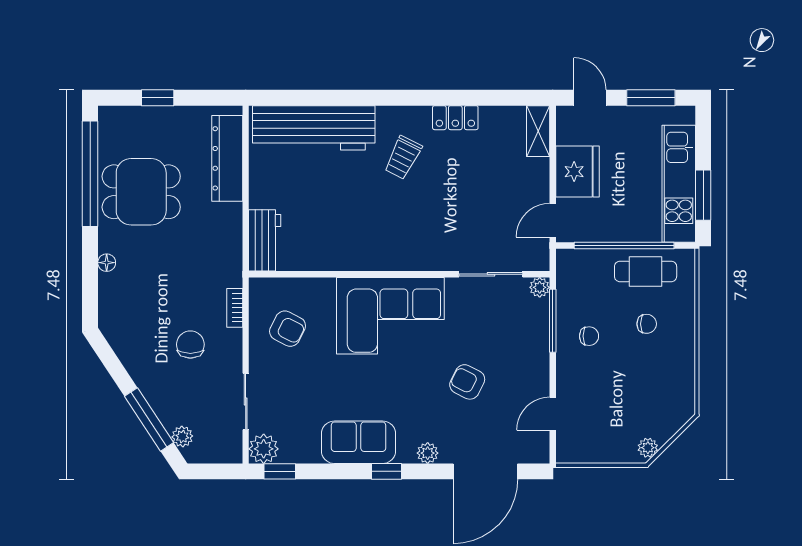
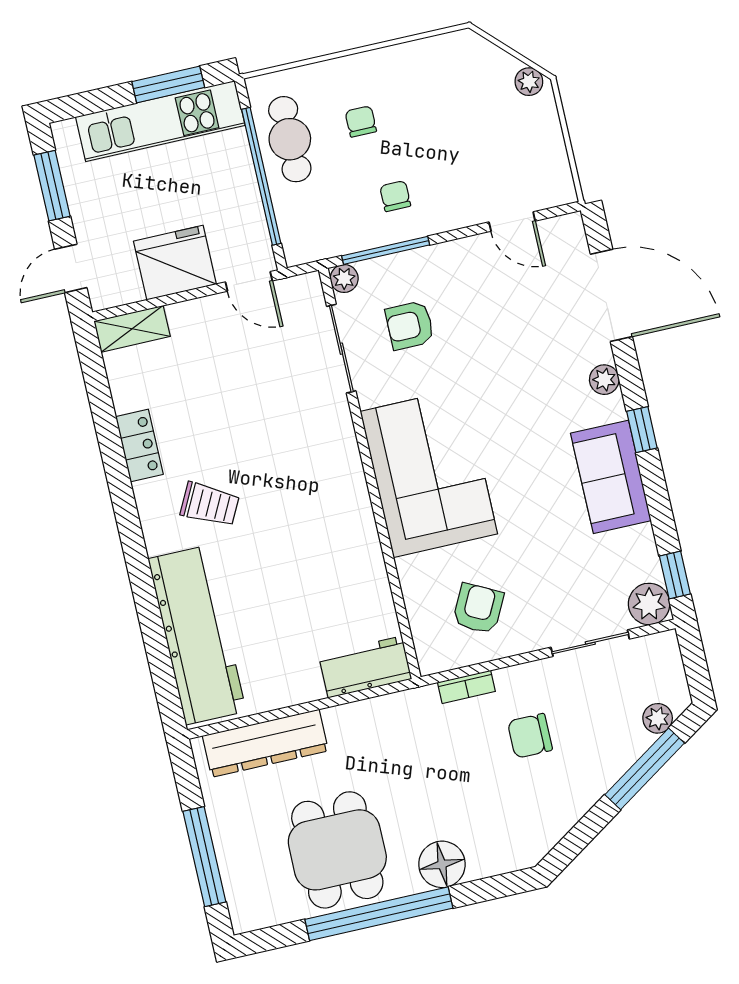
window: (158, 98) -> (204, 857), width x2.17
window: (90, 174) -> (379, 914), moved
floor lamp: (107, 263) -> (442, 864), width x1.89, depth x1.89
armchair: (467, 382) -> (410, 325), moved, turned 63

